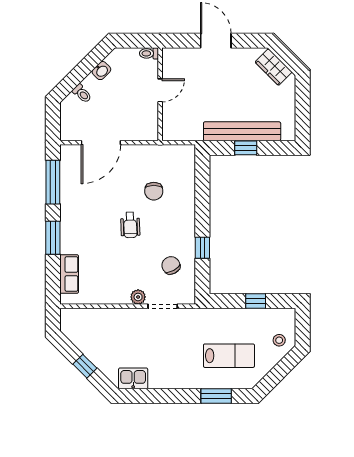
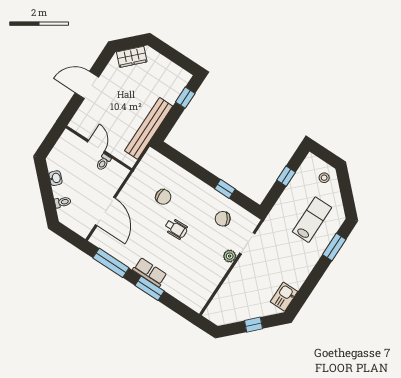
toilet: (149, 53) -> (103, 162), moved
bench: (242, 131) -> (149, 128), moved
window: (246, 148) -> (185, 98), moved
row of seats: (69, 274) -> (150, 272), moved

